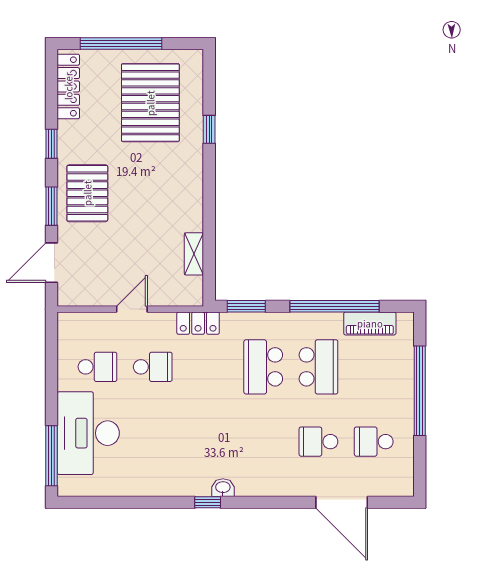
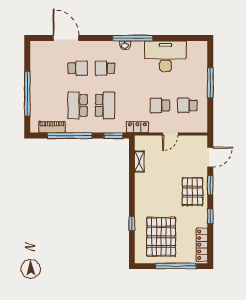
desk: (88, 433) -> (165, 56), moved, turned -90
school desk: (374, 442) -> (105, 68), moved, turned 180
window: (52, 456) -> (210, 83), moved
window: (208, 502) -> (133, 38), width x3.17

